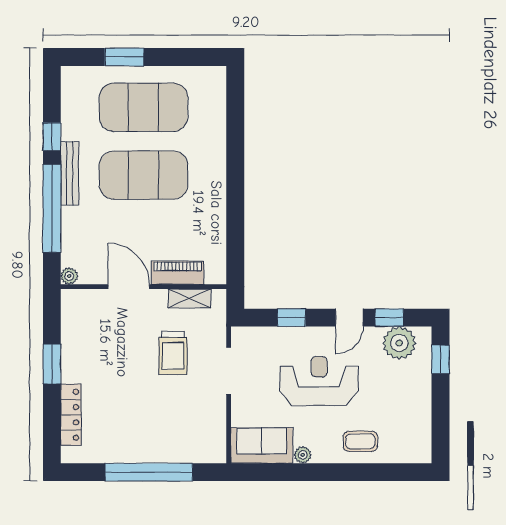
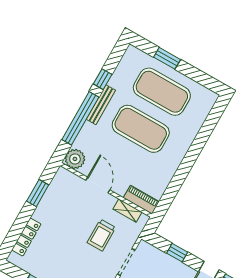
piano: (178, 273) -> (141, 200), moved
plant: (69, 276) -> (75, 159), width x1.87, depth x1.87
window: (52, 364) -> (38, 193), moved

